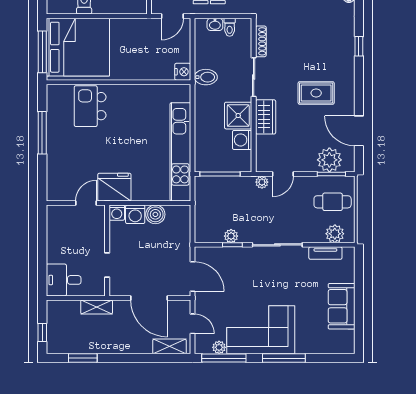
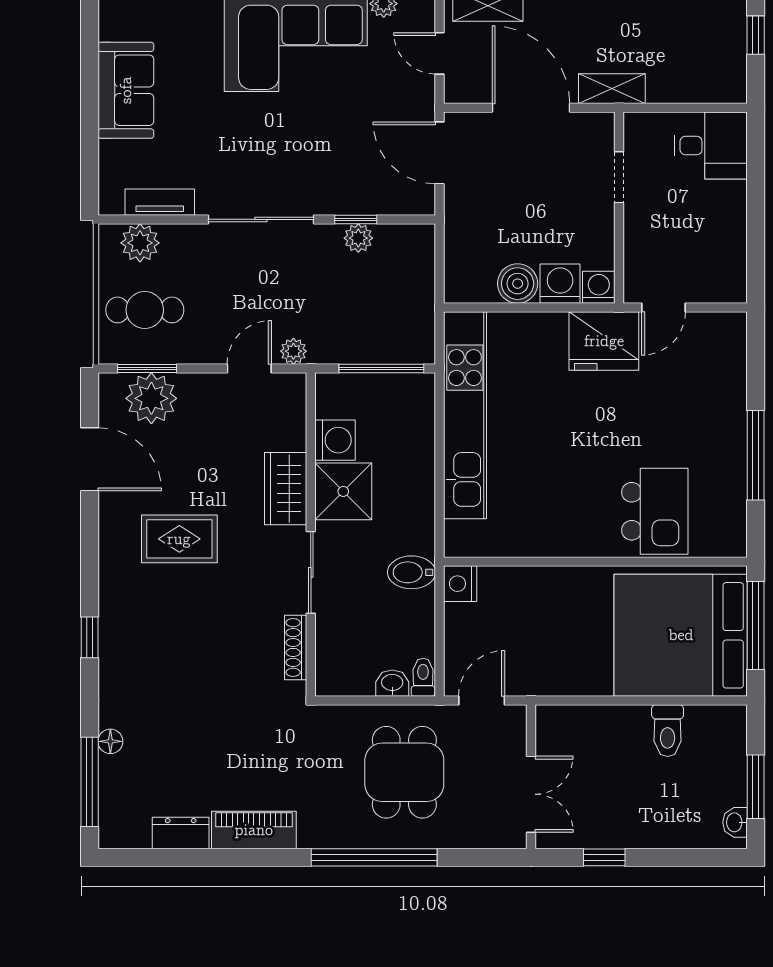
toilet: (230, 27) -> (423, 677), moved
shelving: (97, 307) -> (612, 89), moved

